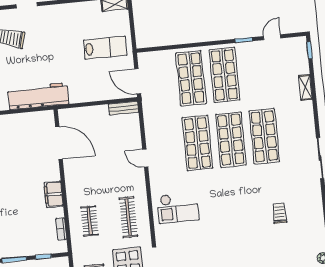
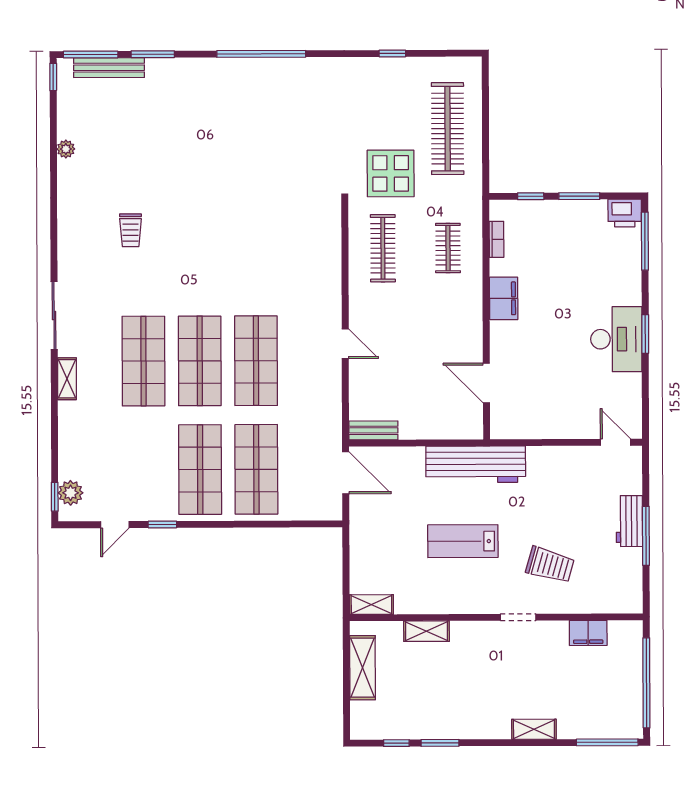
lab bench: (105, 48) -> (463, 541), moved
plant: (300, 54) -> (71, 493), added
shelving: (306, 87) -> (67, 379), moved
workbench: (38, 96) -> (476, 464), moved
door: (59, 143) -> (486, 383), width x0.73
checkout: (178, 208) -> (299, 256), removed

